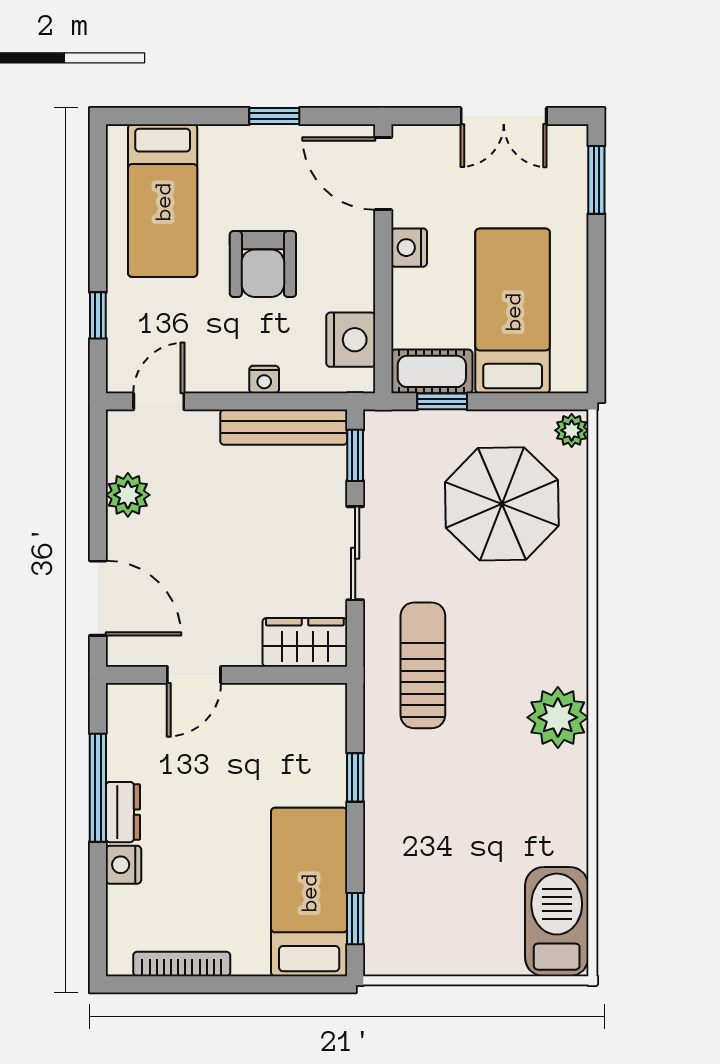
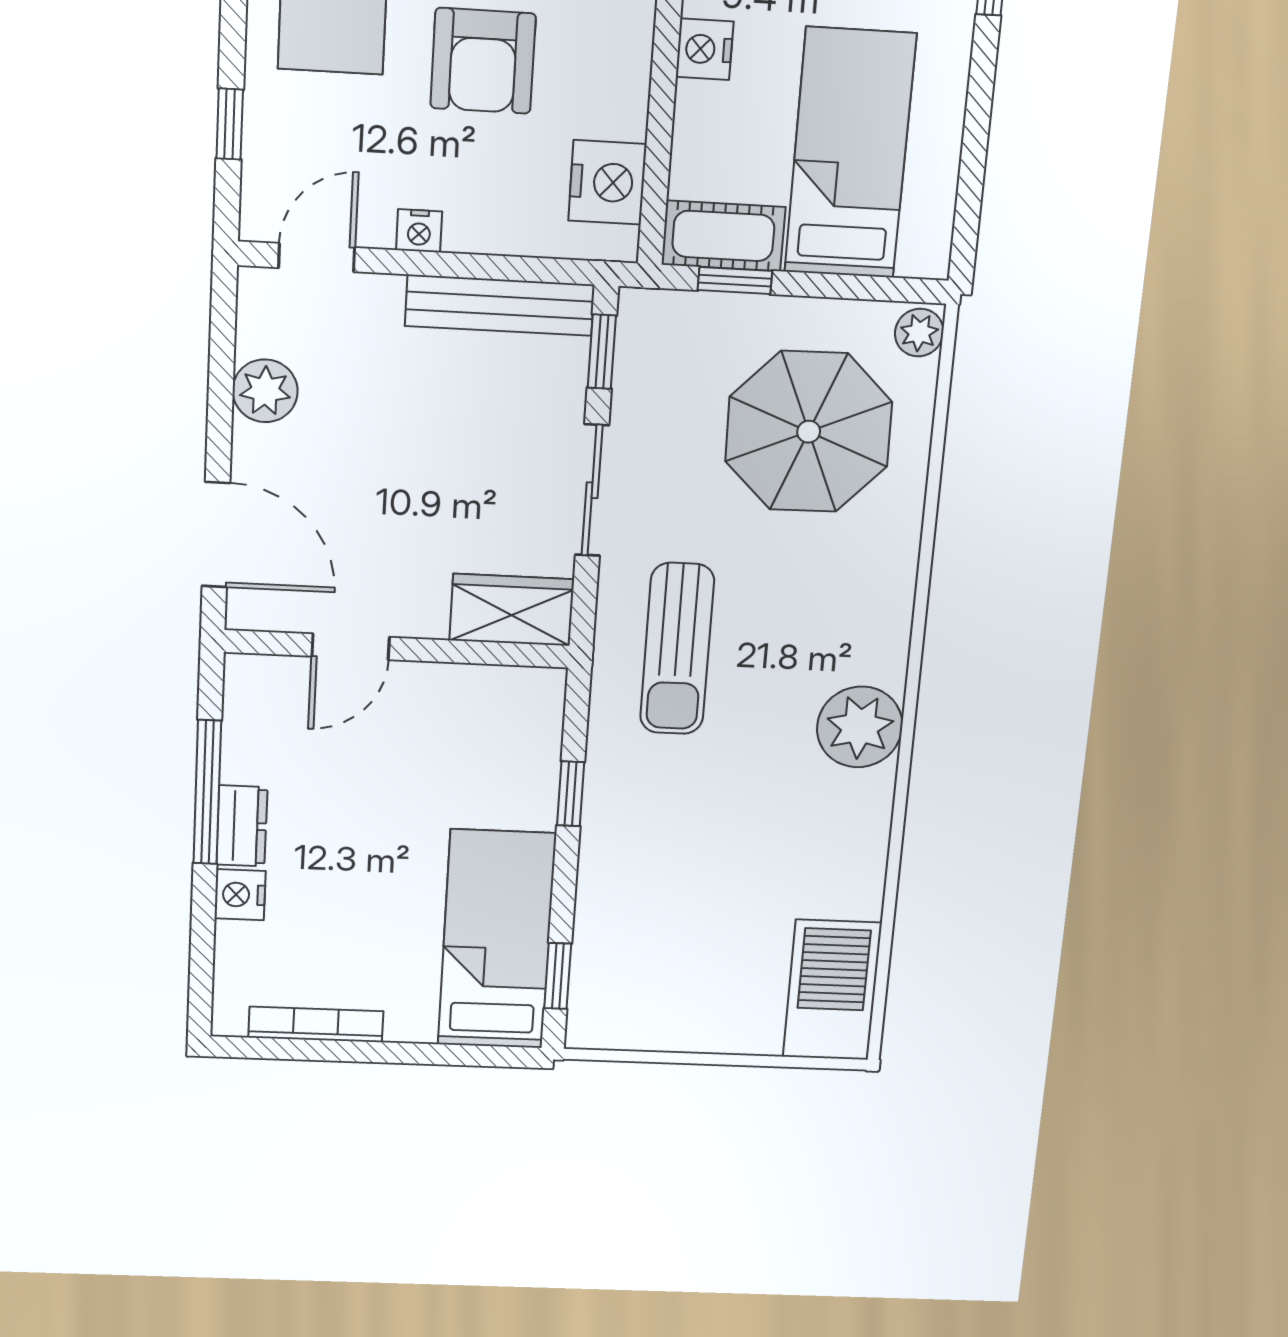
nightstand: (264, 379) -> (419, 231), moved
sun lounger: (423, 665) -> (677, 649), turned 180

